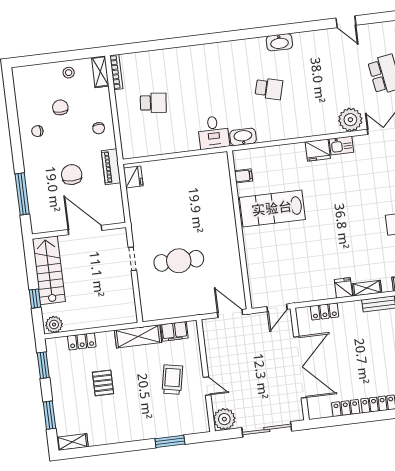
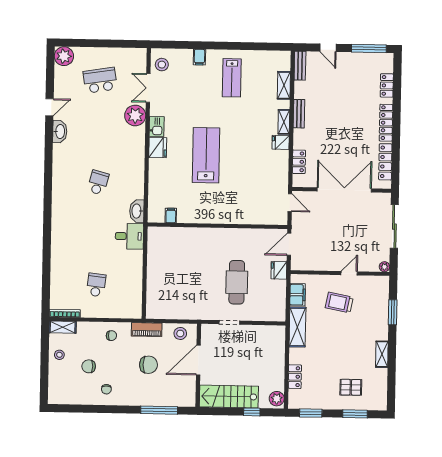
washbasin: (279, 42) -> (60, 132), moved
chair: (72, 175) -> (148, 365), turned 180
fridge: (133, 177) -> (279, 270), moved, turned -90
stool: (112, 205) -> (180, 333), added
lab bench: (272, 208) -> (206, 155), moved, turned 180
pallet: (103, 383) -> (351, 387), moved
locker: (346, 408) -> (385, 162), width x1.53
plant: (224, 419) -> (384, 267), width x0.53, depth x0.53
shelving: (72, 442) -> (382, 354), moved

